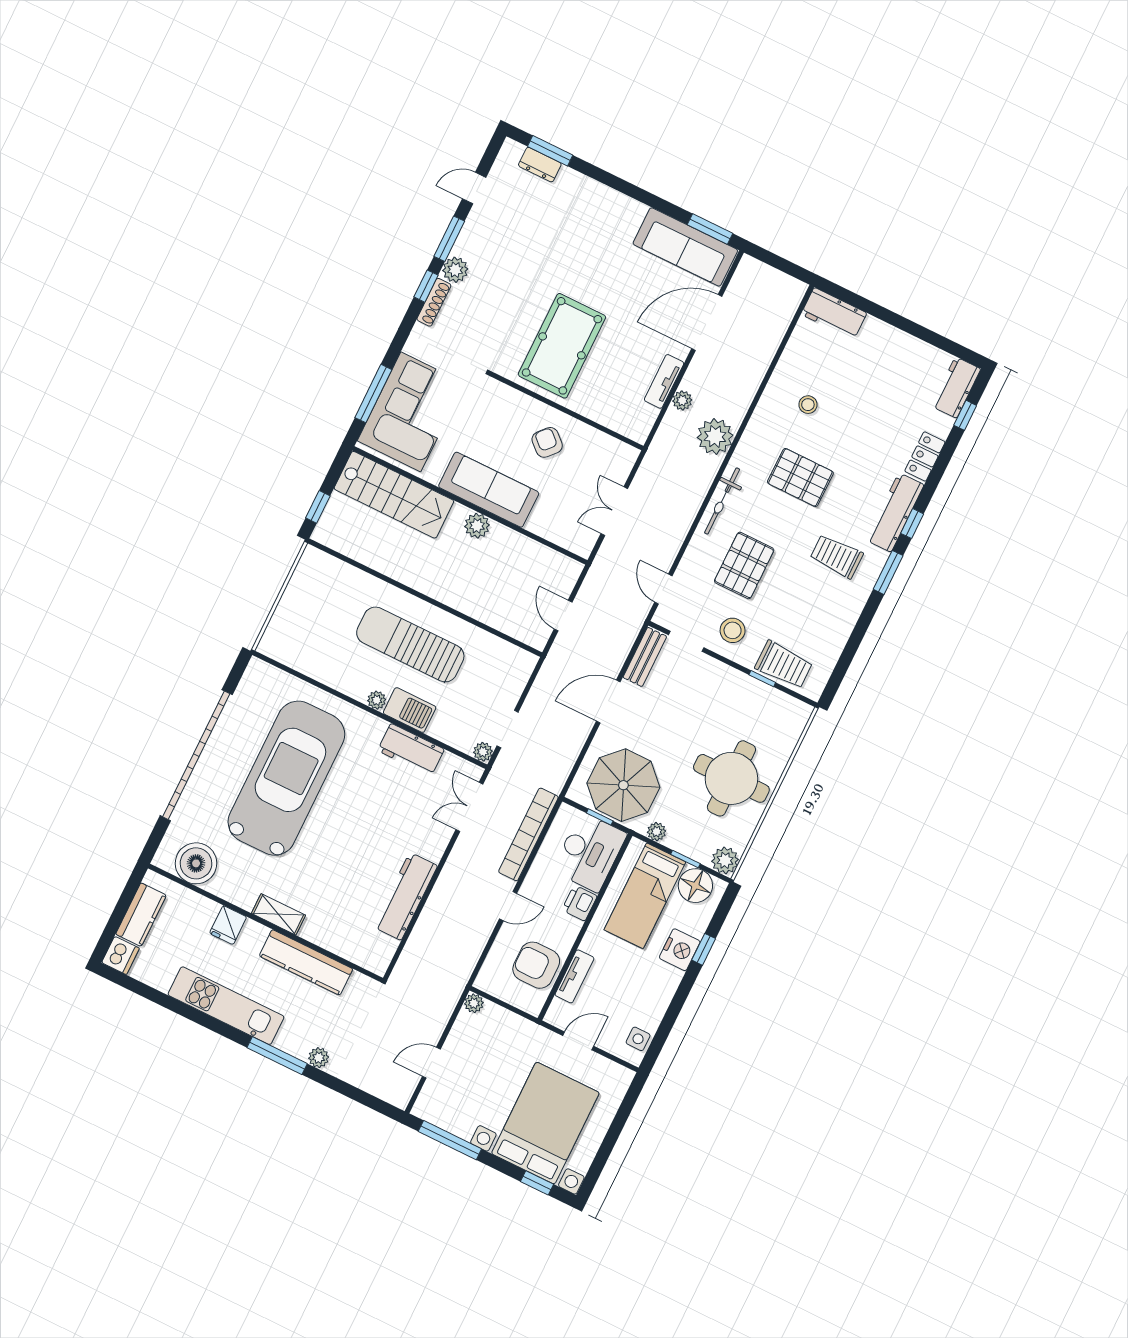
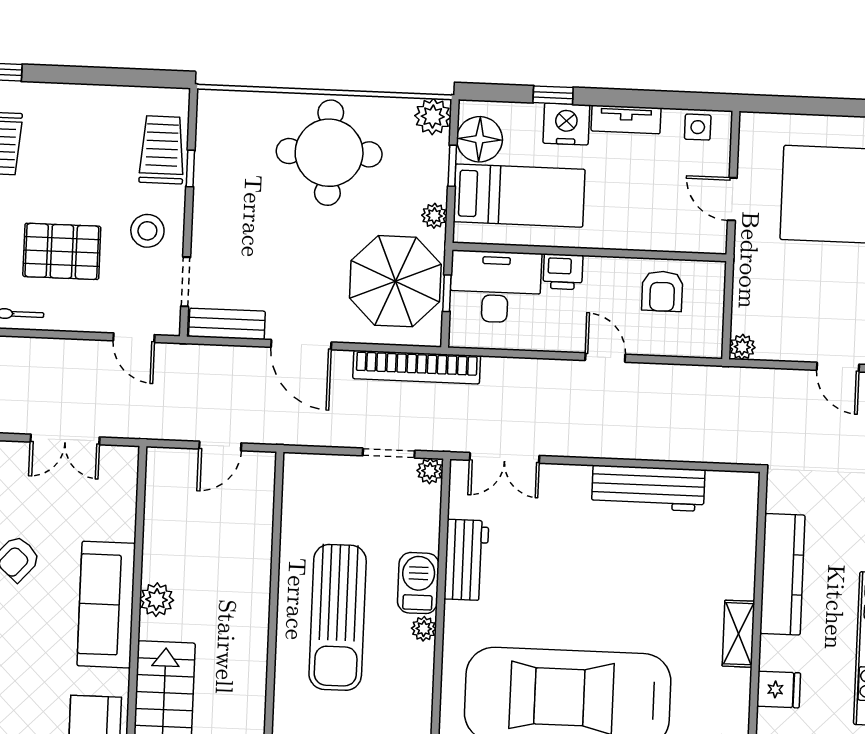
door: (663, 589) -> (134, 338), hinge flipped
bookcase: (528, 834) -> (417, 367), moved
armchair: (536, 965) -> (662, 291), width x0.72, depth x0.72
tv unit: (574, 976) -> (626, 119), moved, turned 180

